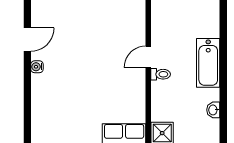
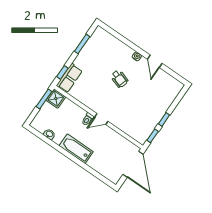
door: (148, 57) -> (101, 119), swing flipped
wheelchair: (81, 69) -> (119, 79), added

